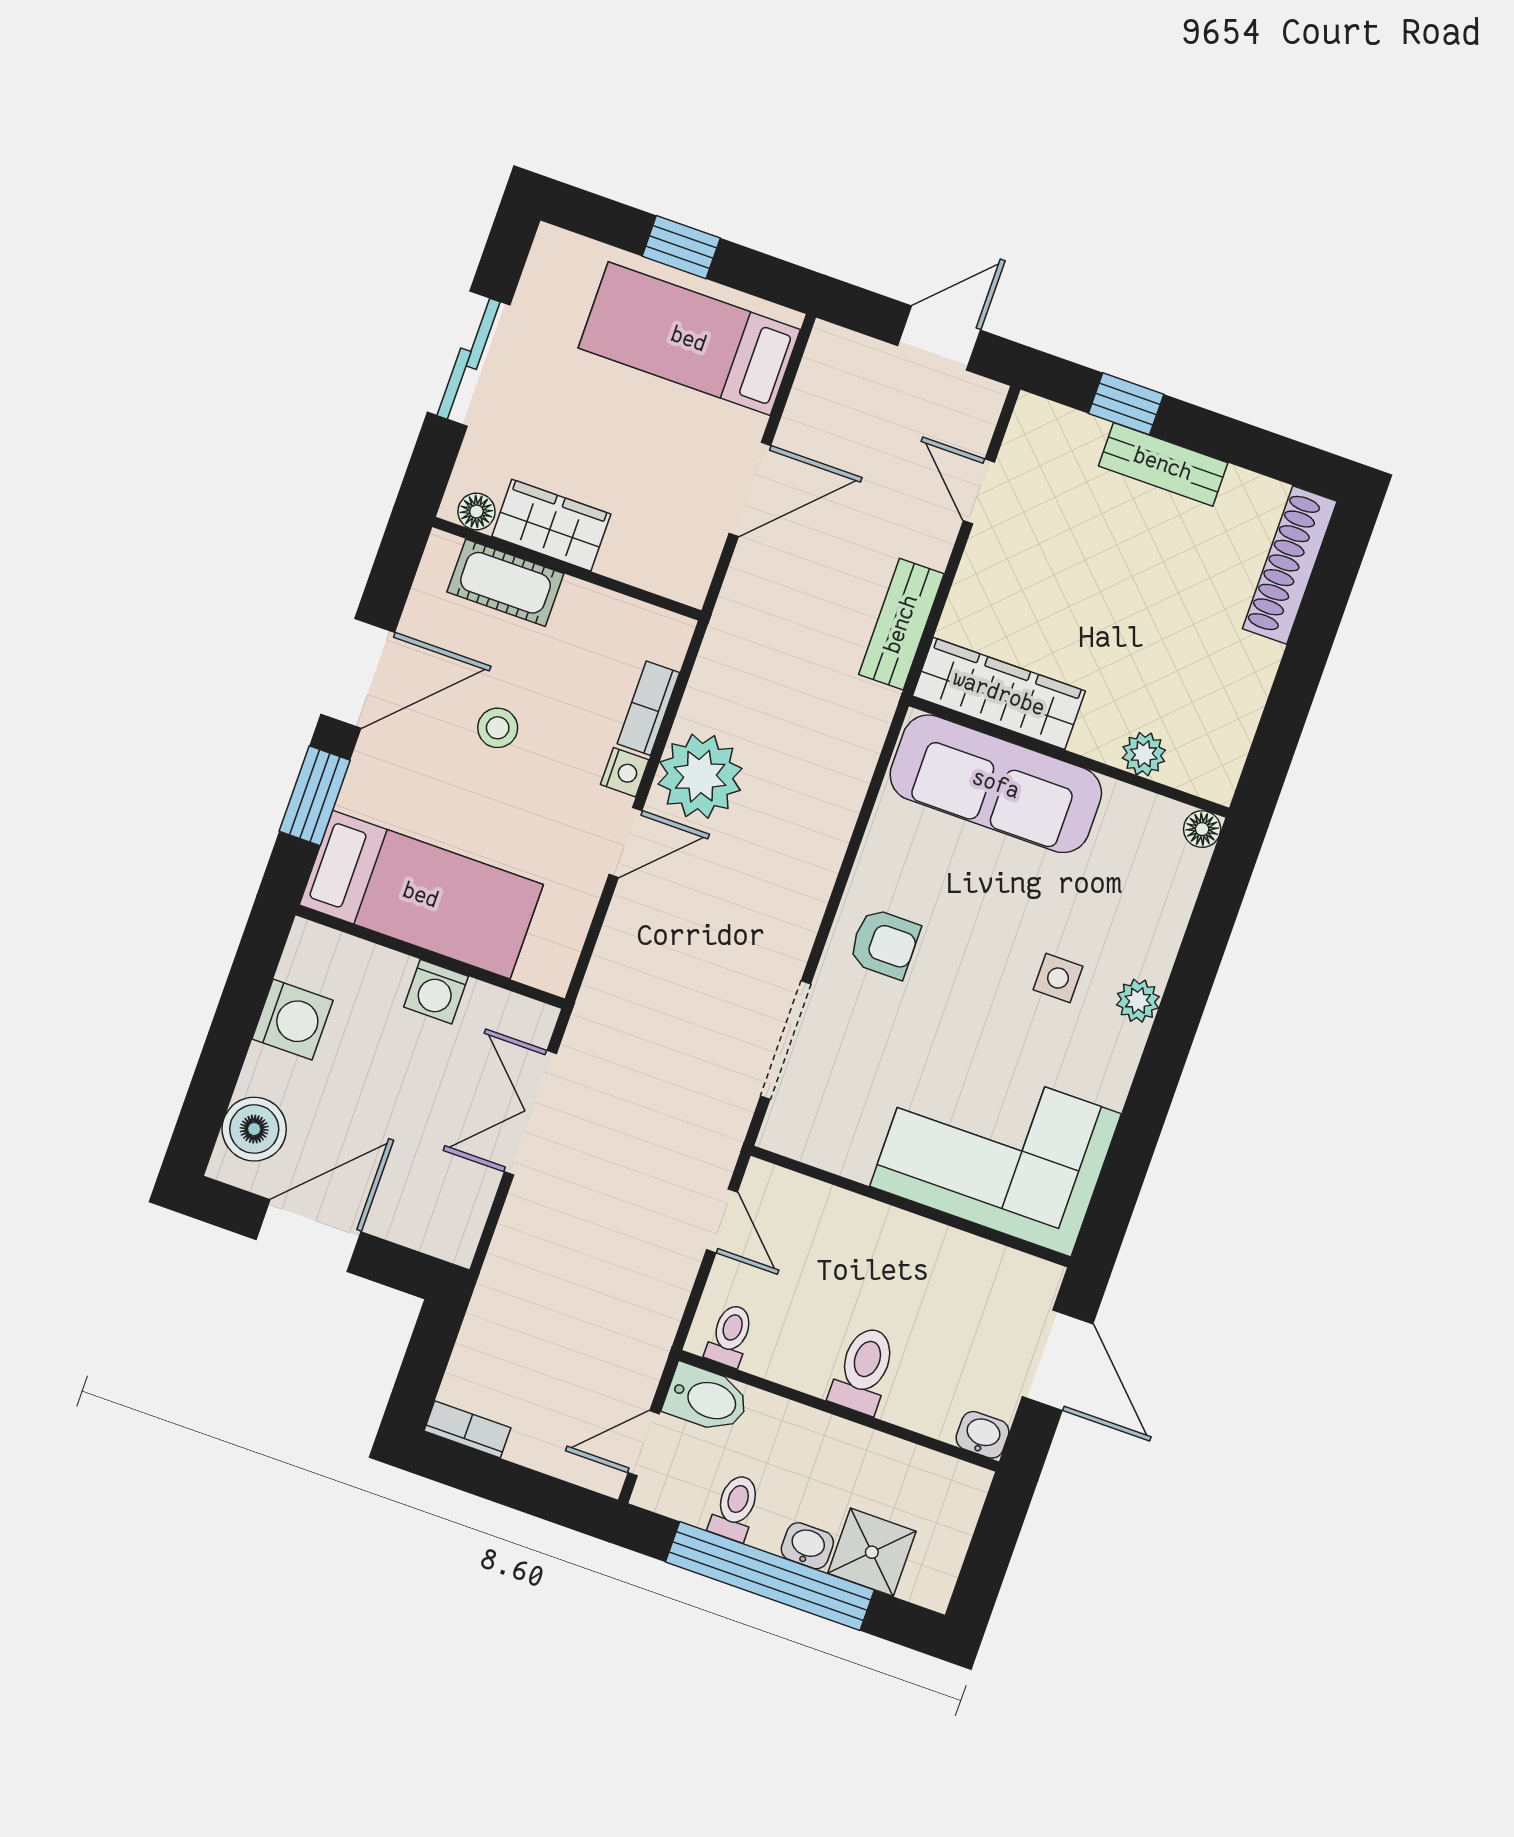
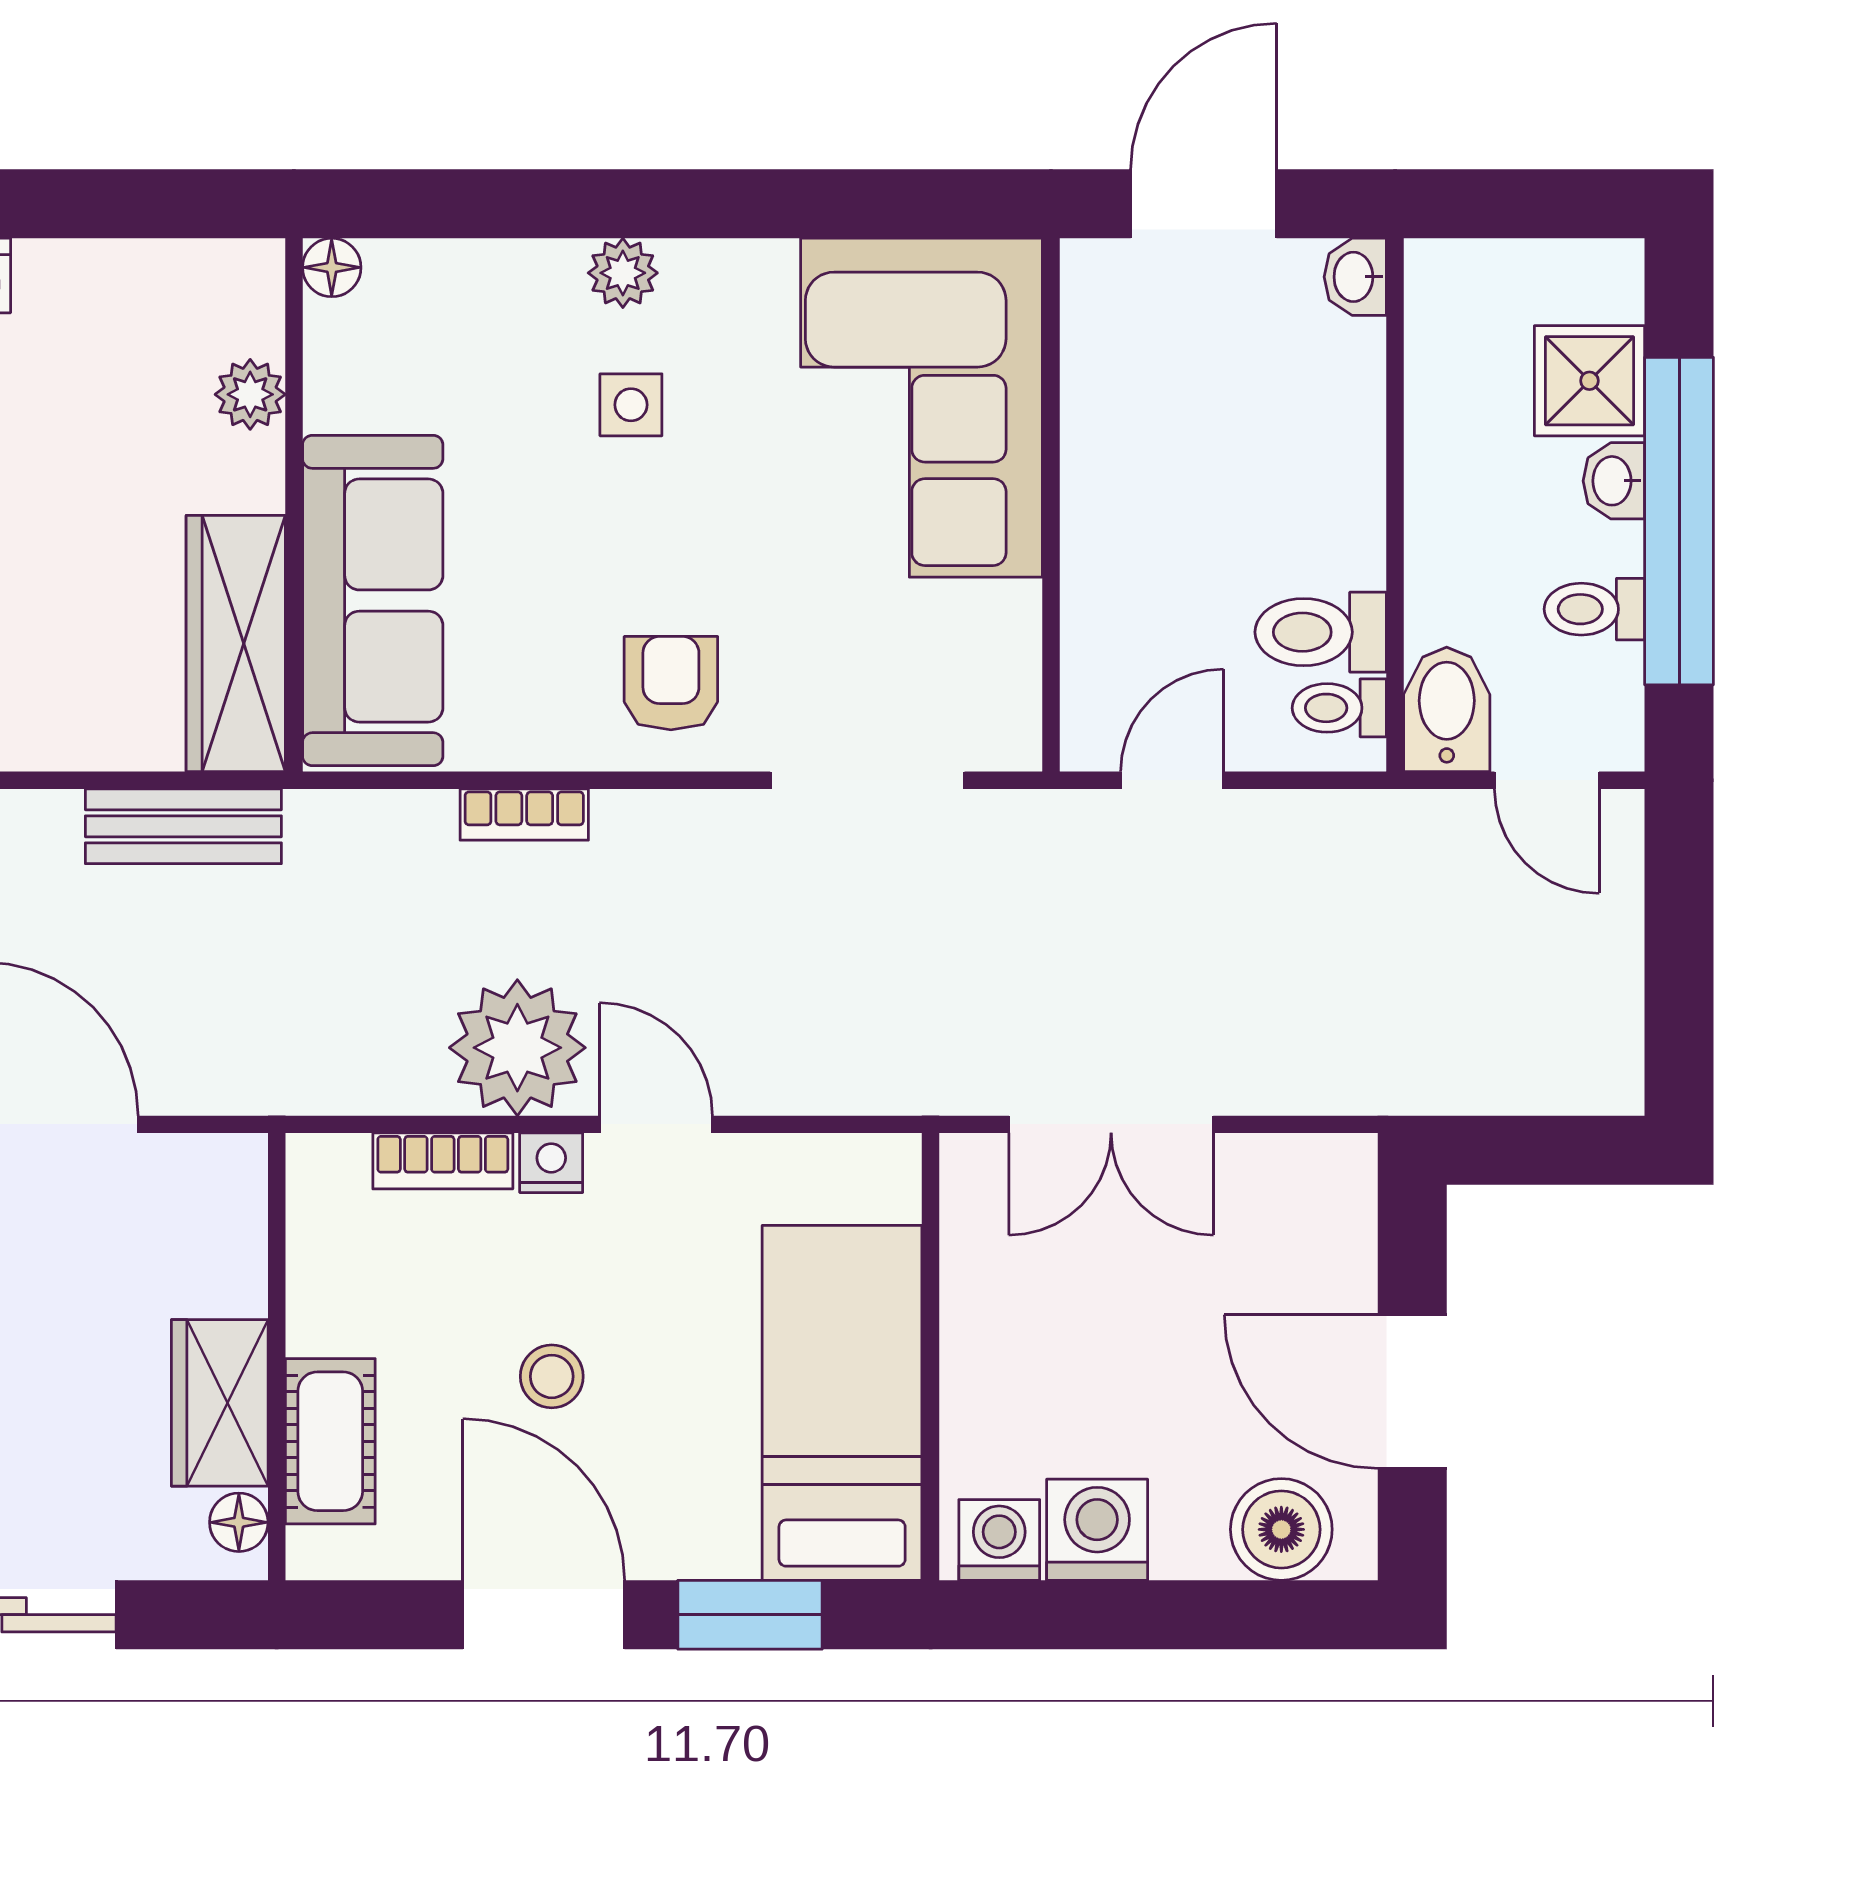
washing machine: (436, 992) -> (999, 1540), moved, turned -90
toilet: (864, 1370) -> (1321, 632), moved
bookcase: (467, 1429) -> (524, 815), moved, turned -90

